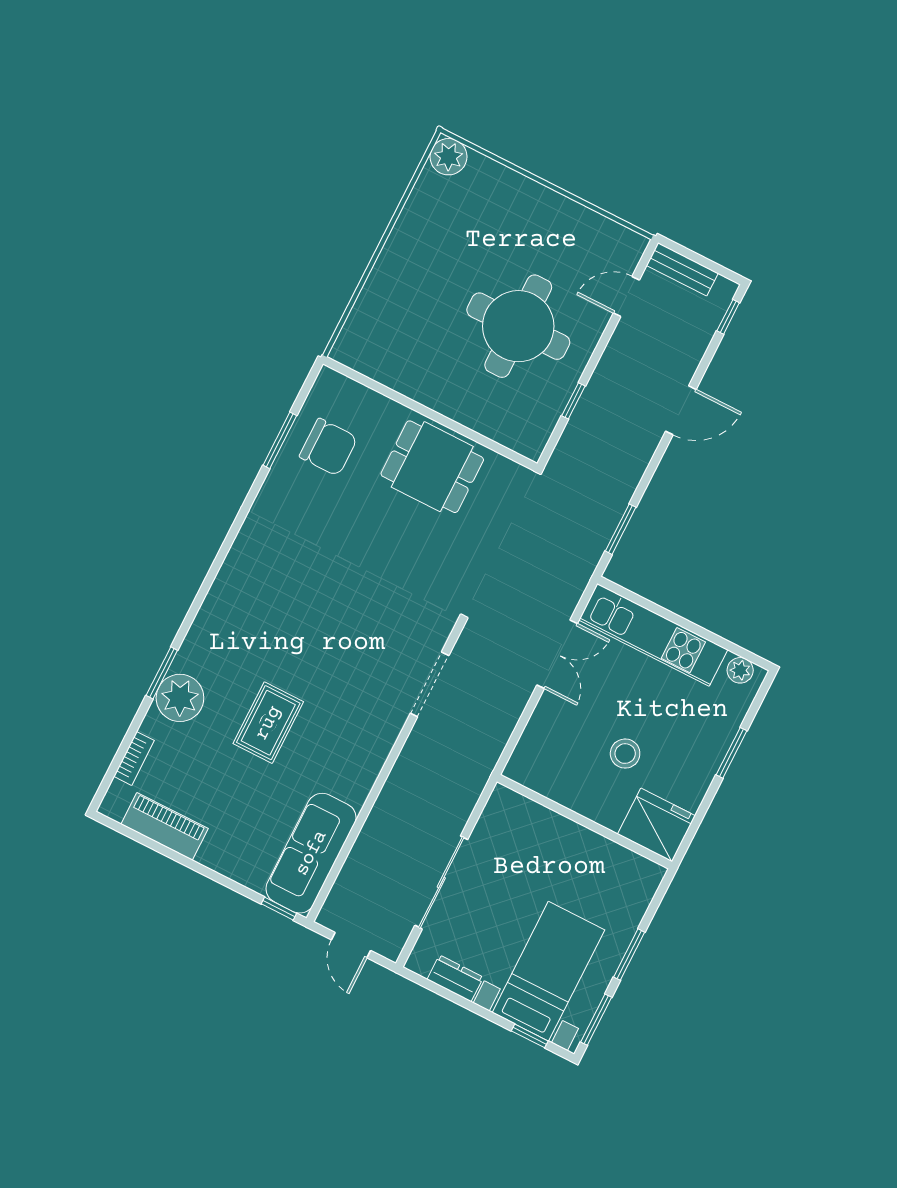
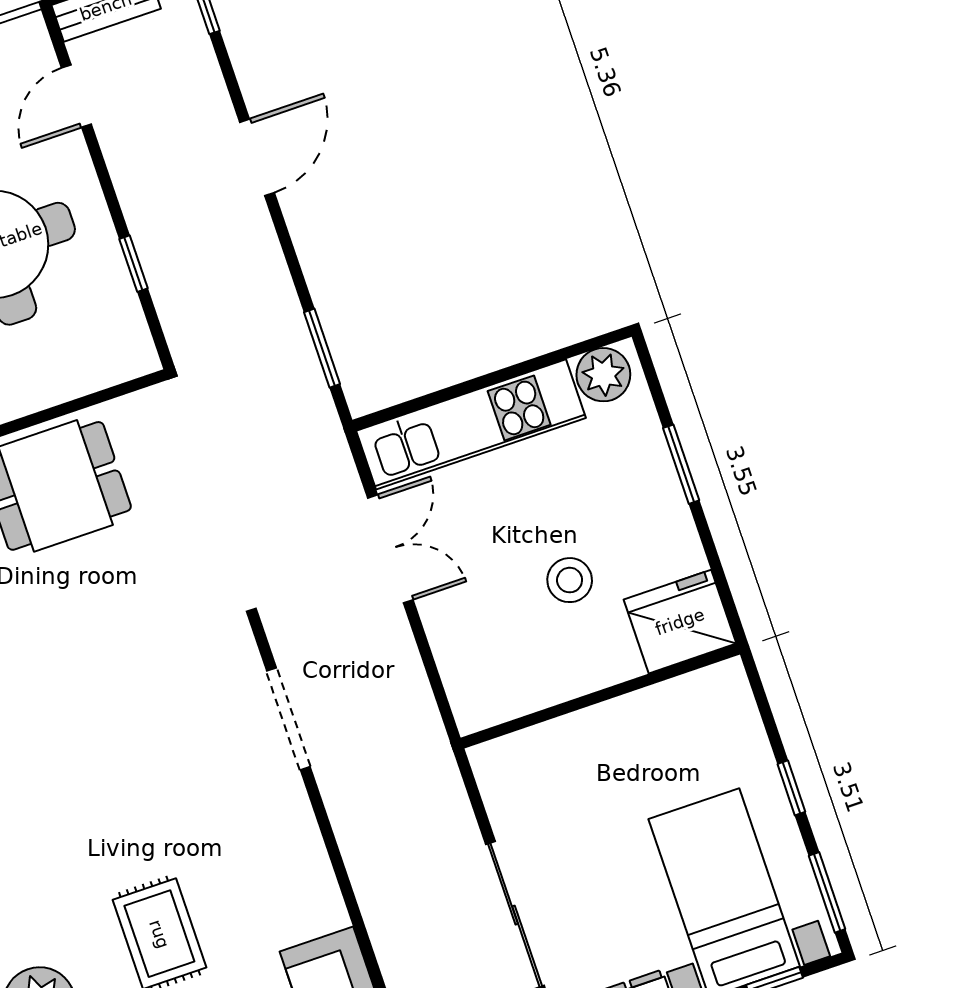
plant: (740, 670) -> (603, 375), width x1.38, depth x1.38
window: (629, 955) -> (791, 788), width x0.67

